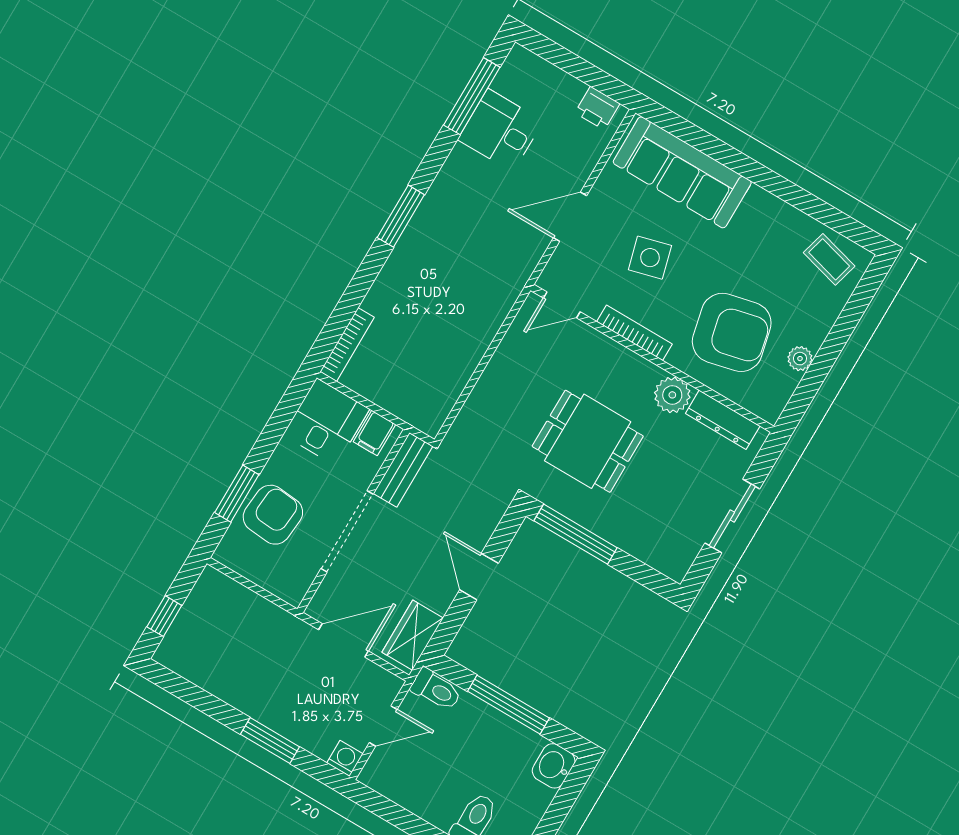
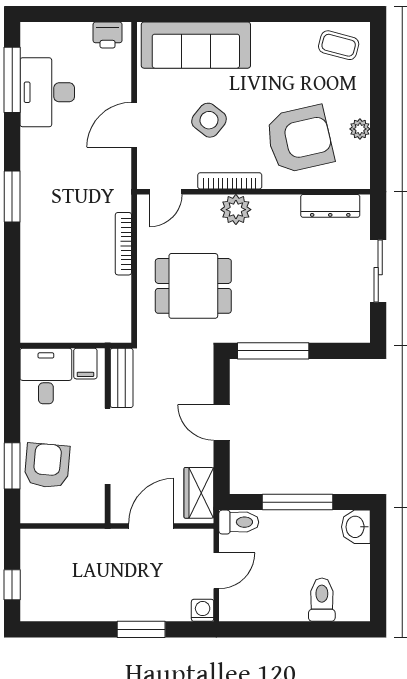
desk: (500, 130) -> (47, 92), width x1.37
side table: (650, 258) -> (209, 120), turned -37
bookcase: (347, 345) -> (123, 244), moved, turned 180
plant: (672, 395) -> (236, 210), moved
dining table: (588, 441) -> (193, 286), moved

